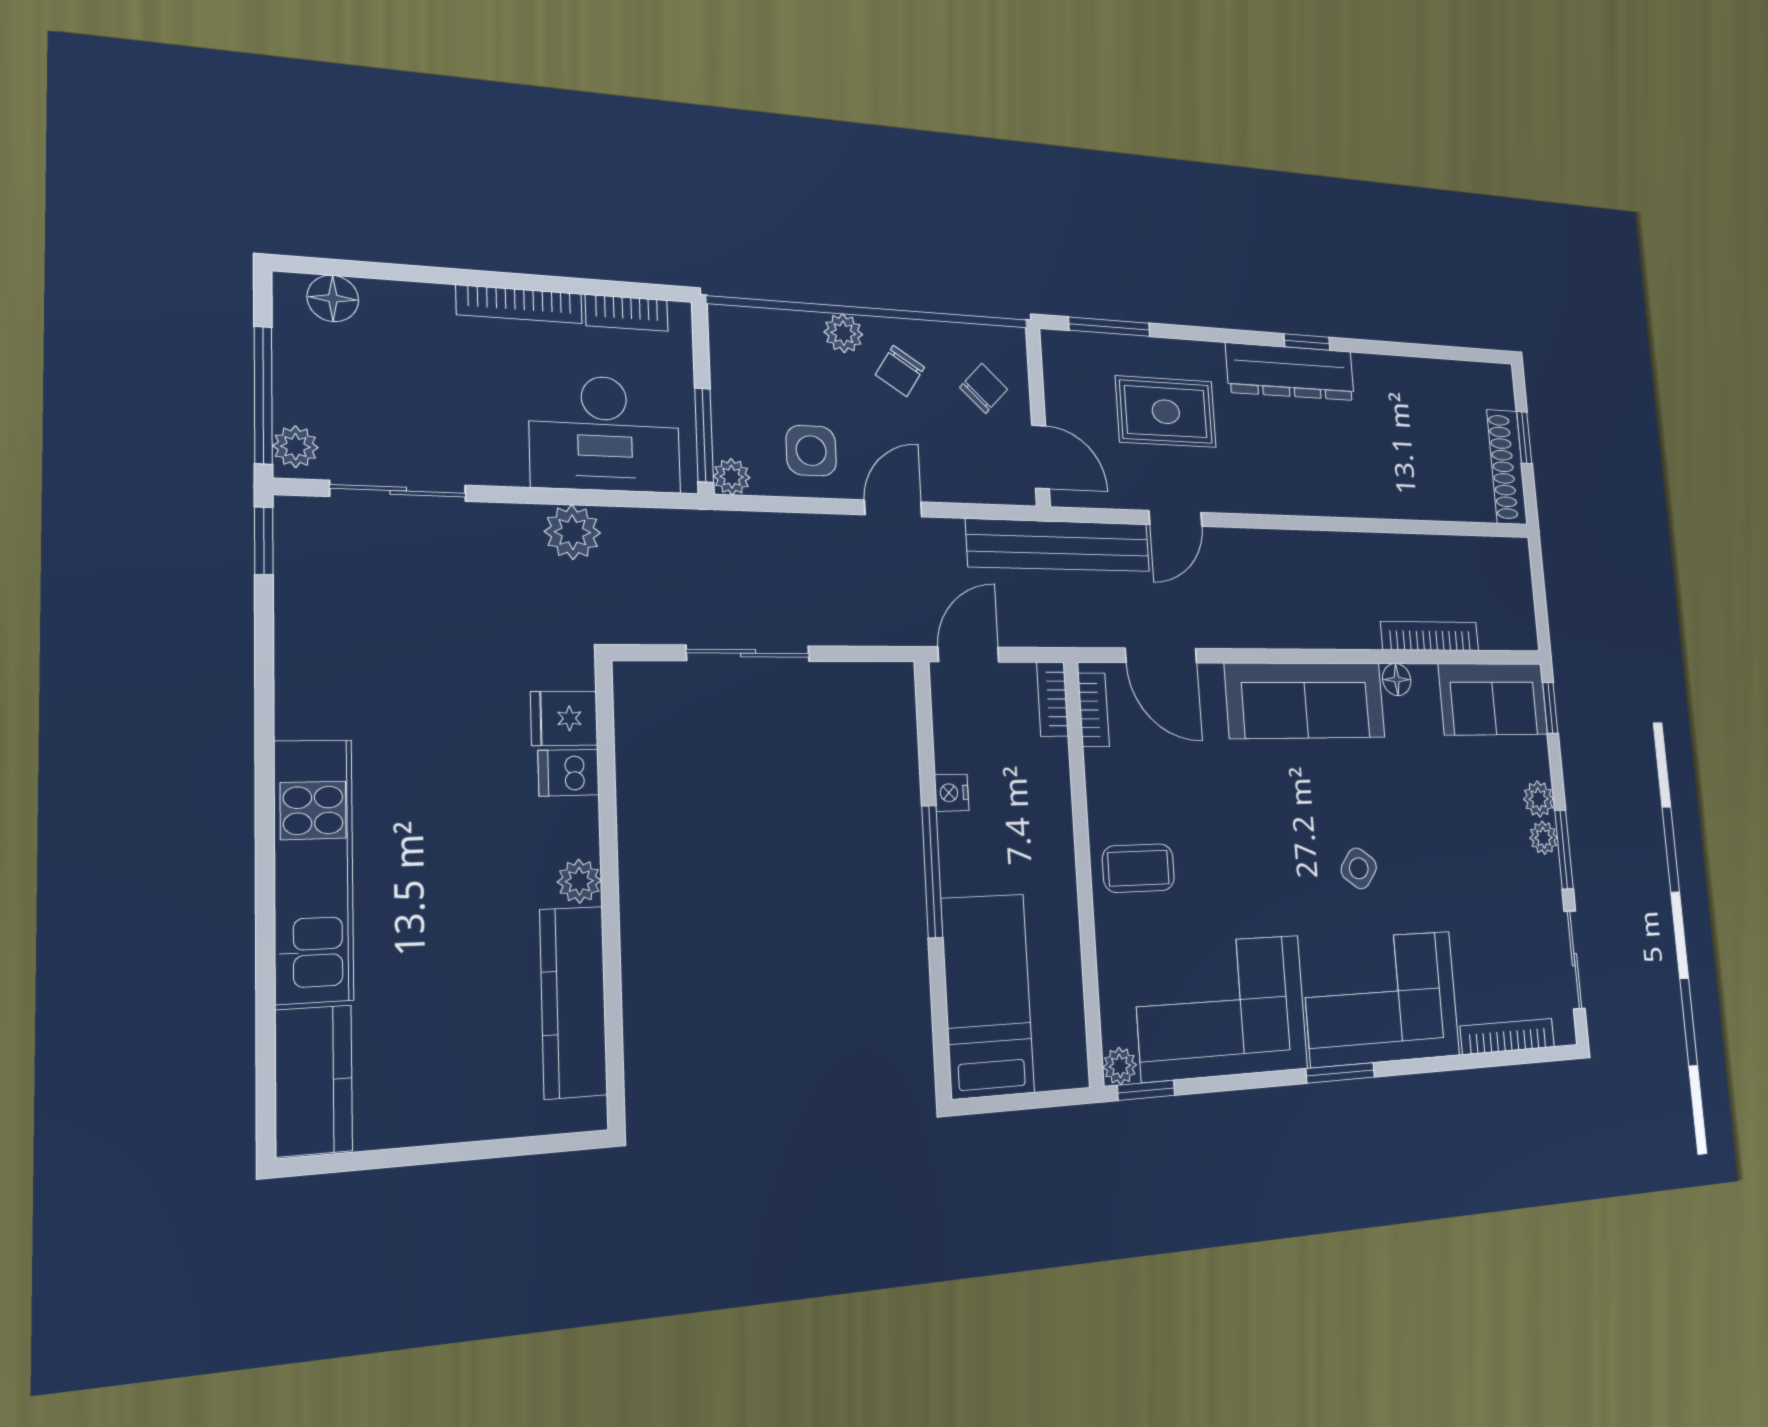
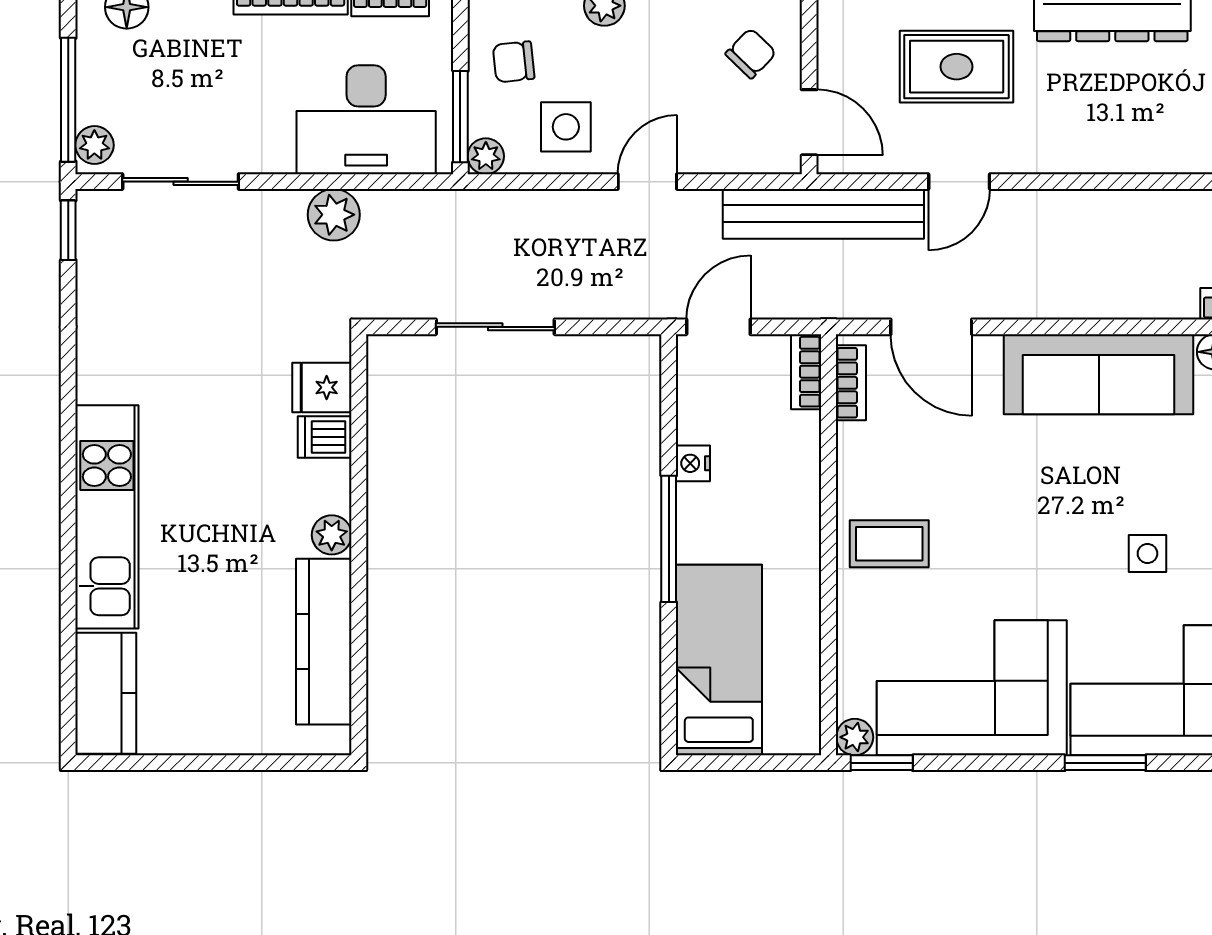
chair: (900, 371) -> (514, 62), moved, turned 51
side table: (1359, 868) -> (1147, 554), turned -37

